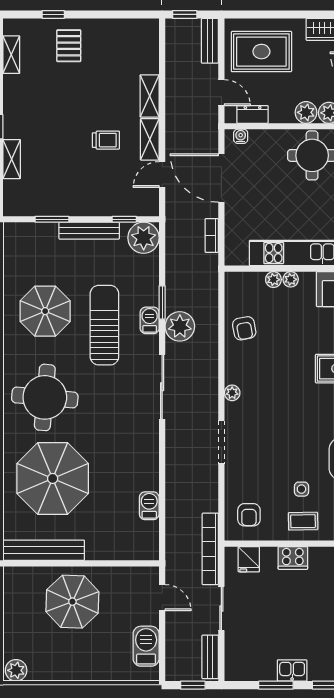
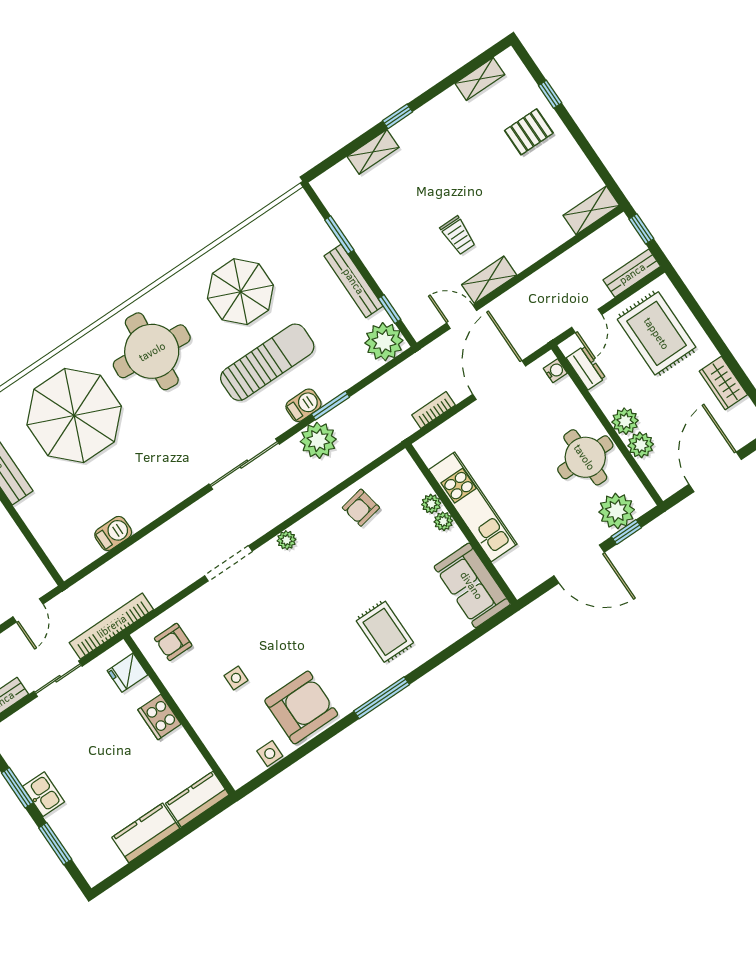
shelving: (150, 96) -> (591, 210), moved
coffee table: (303, 521) -> (204, 702), removed

